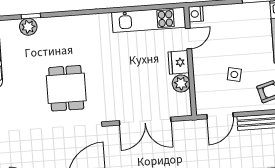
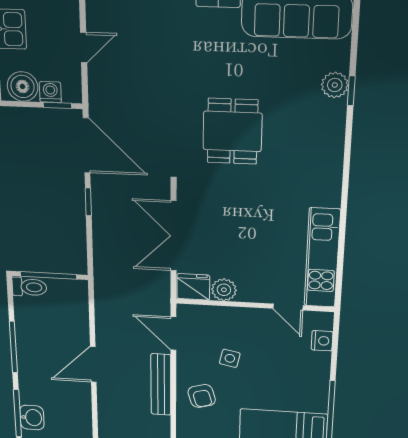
nightstand: (196, 14) -> (322, 341), moved, turned 90
fridge: (179, 62) -> (193, 287), moved
dining table: (66, 88) -> (232, 131), turned 90

